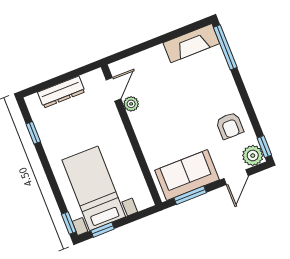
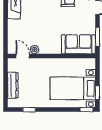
sofa: (187, 175) -> (78, 44), moved, turned 90

